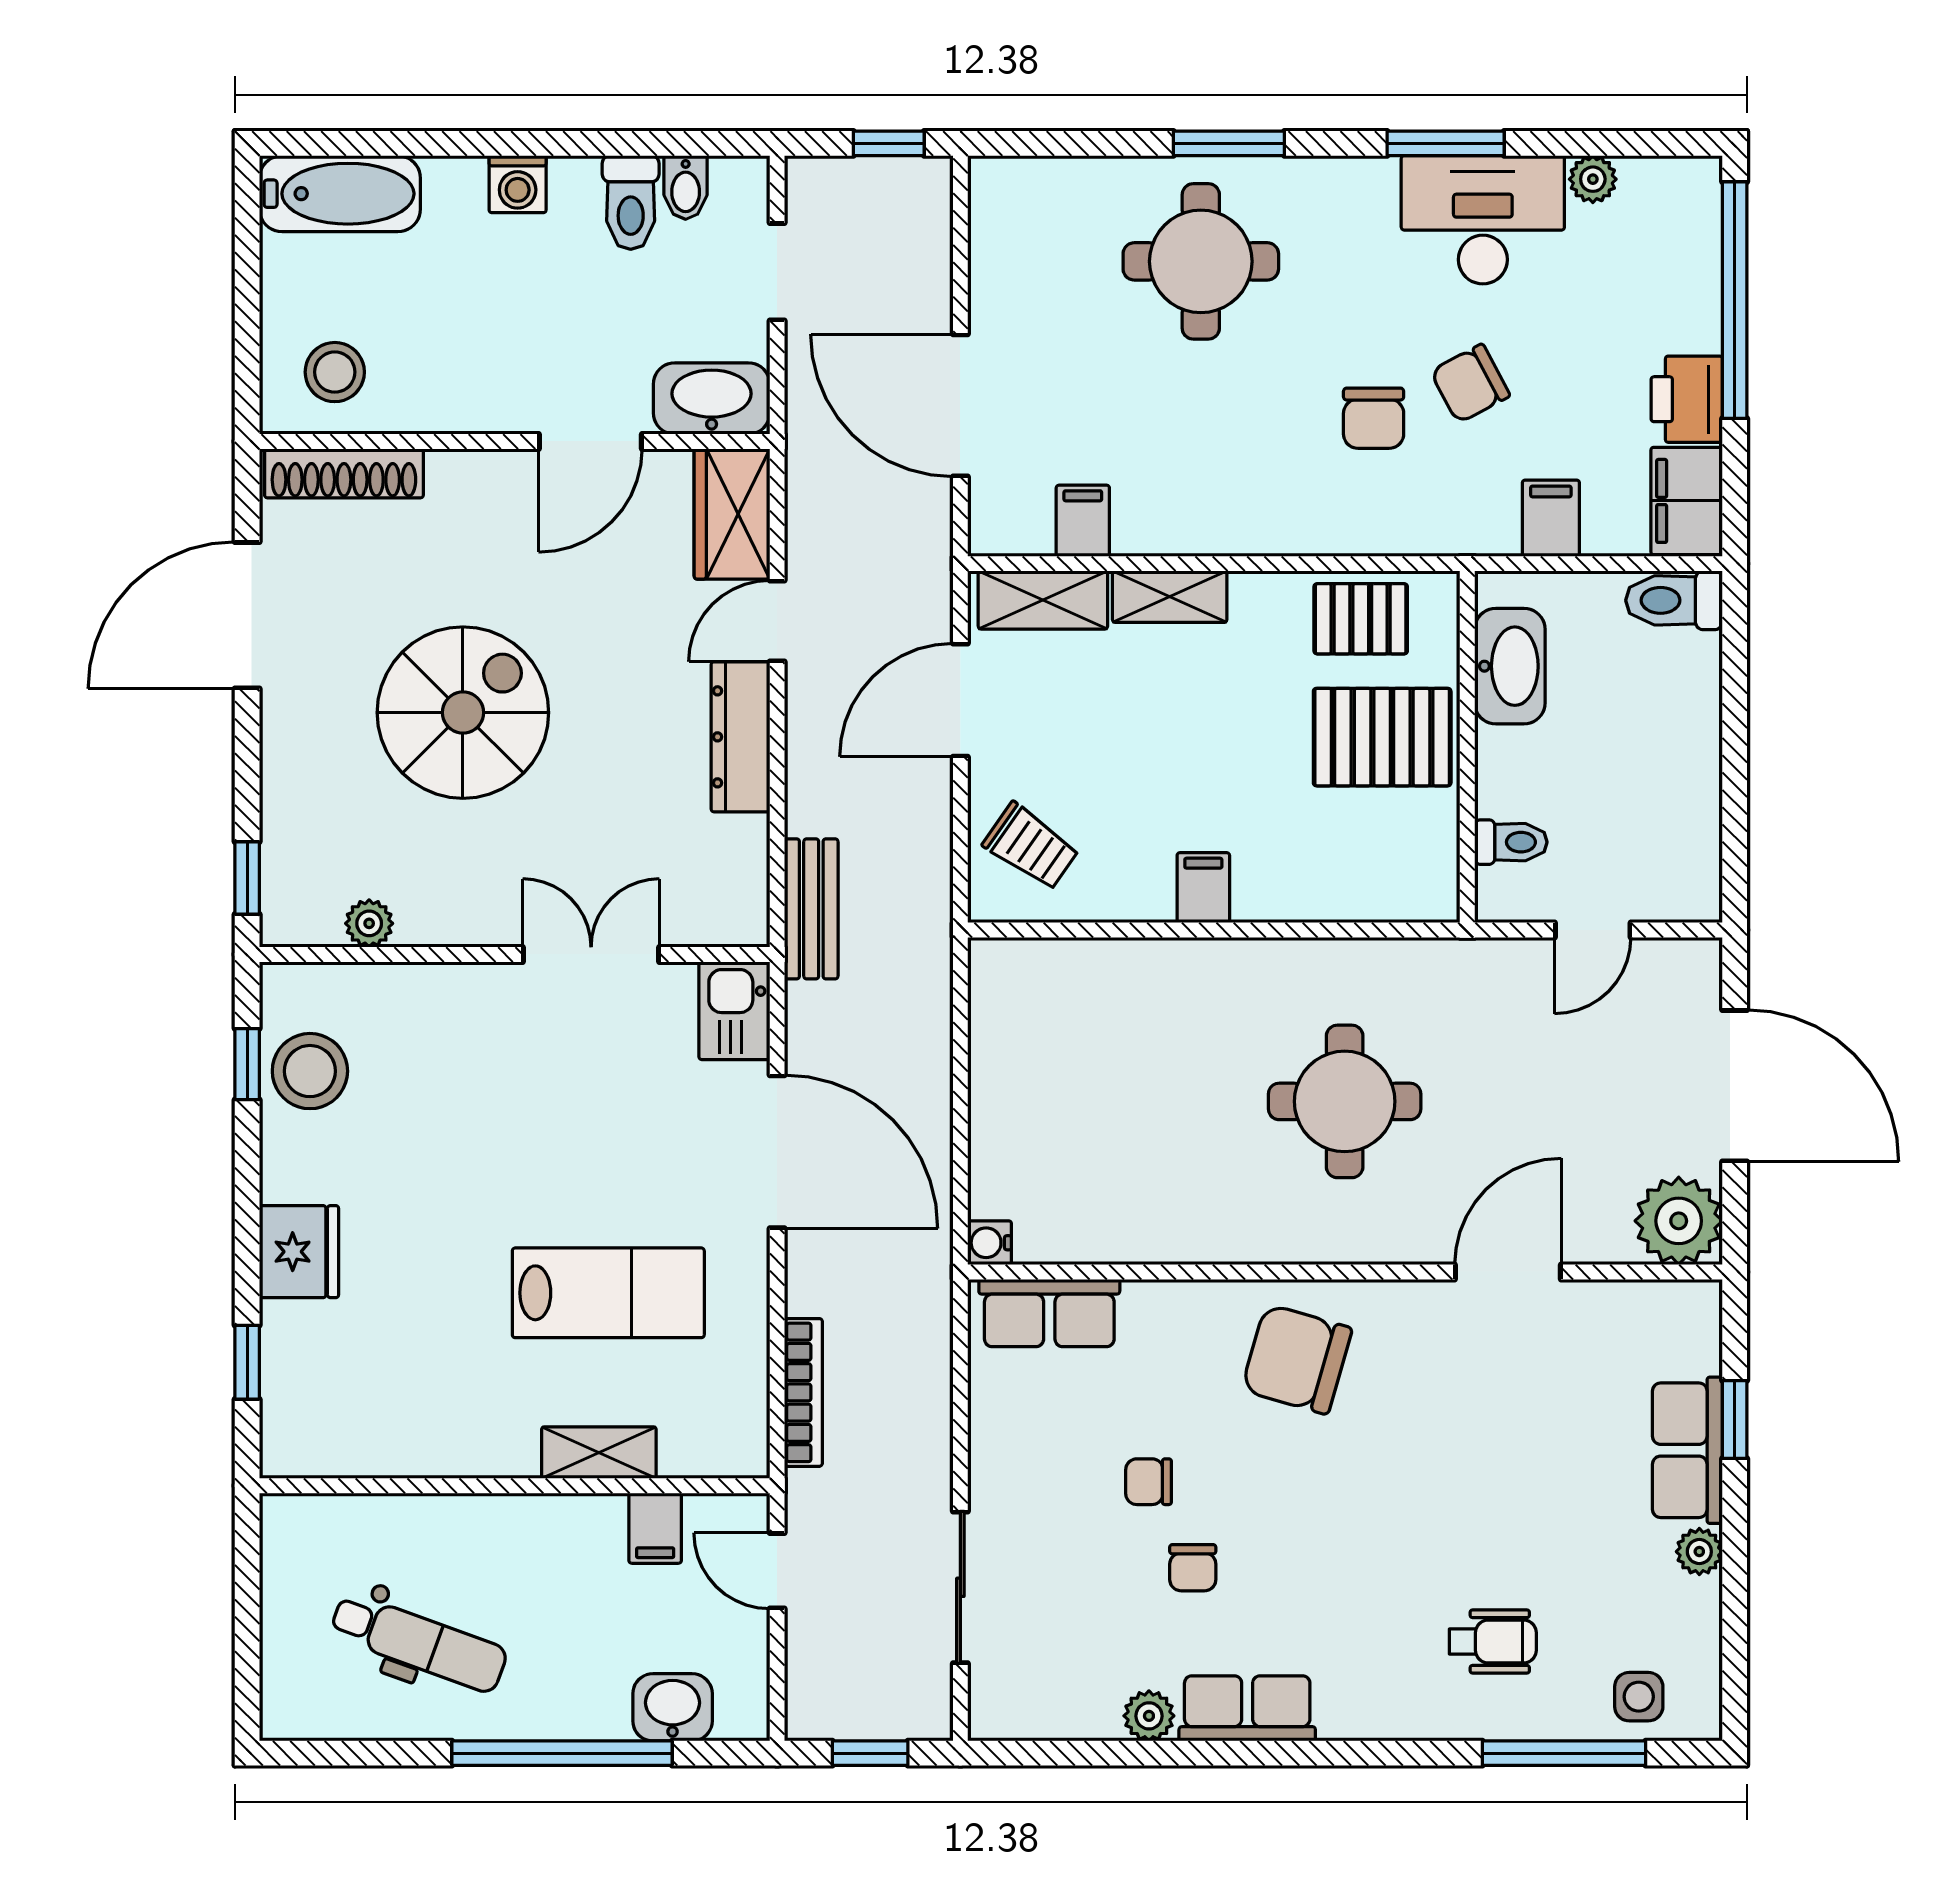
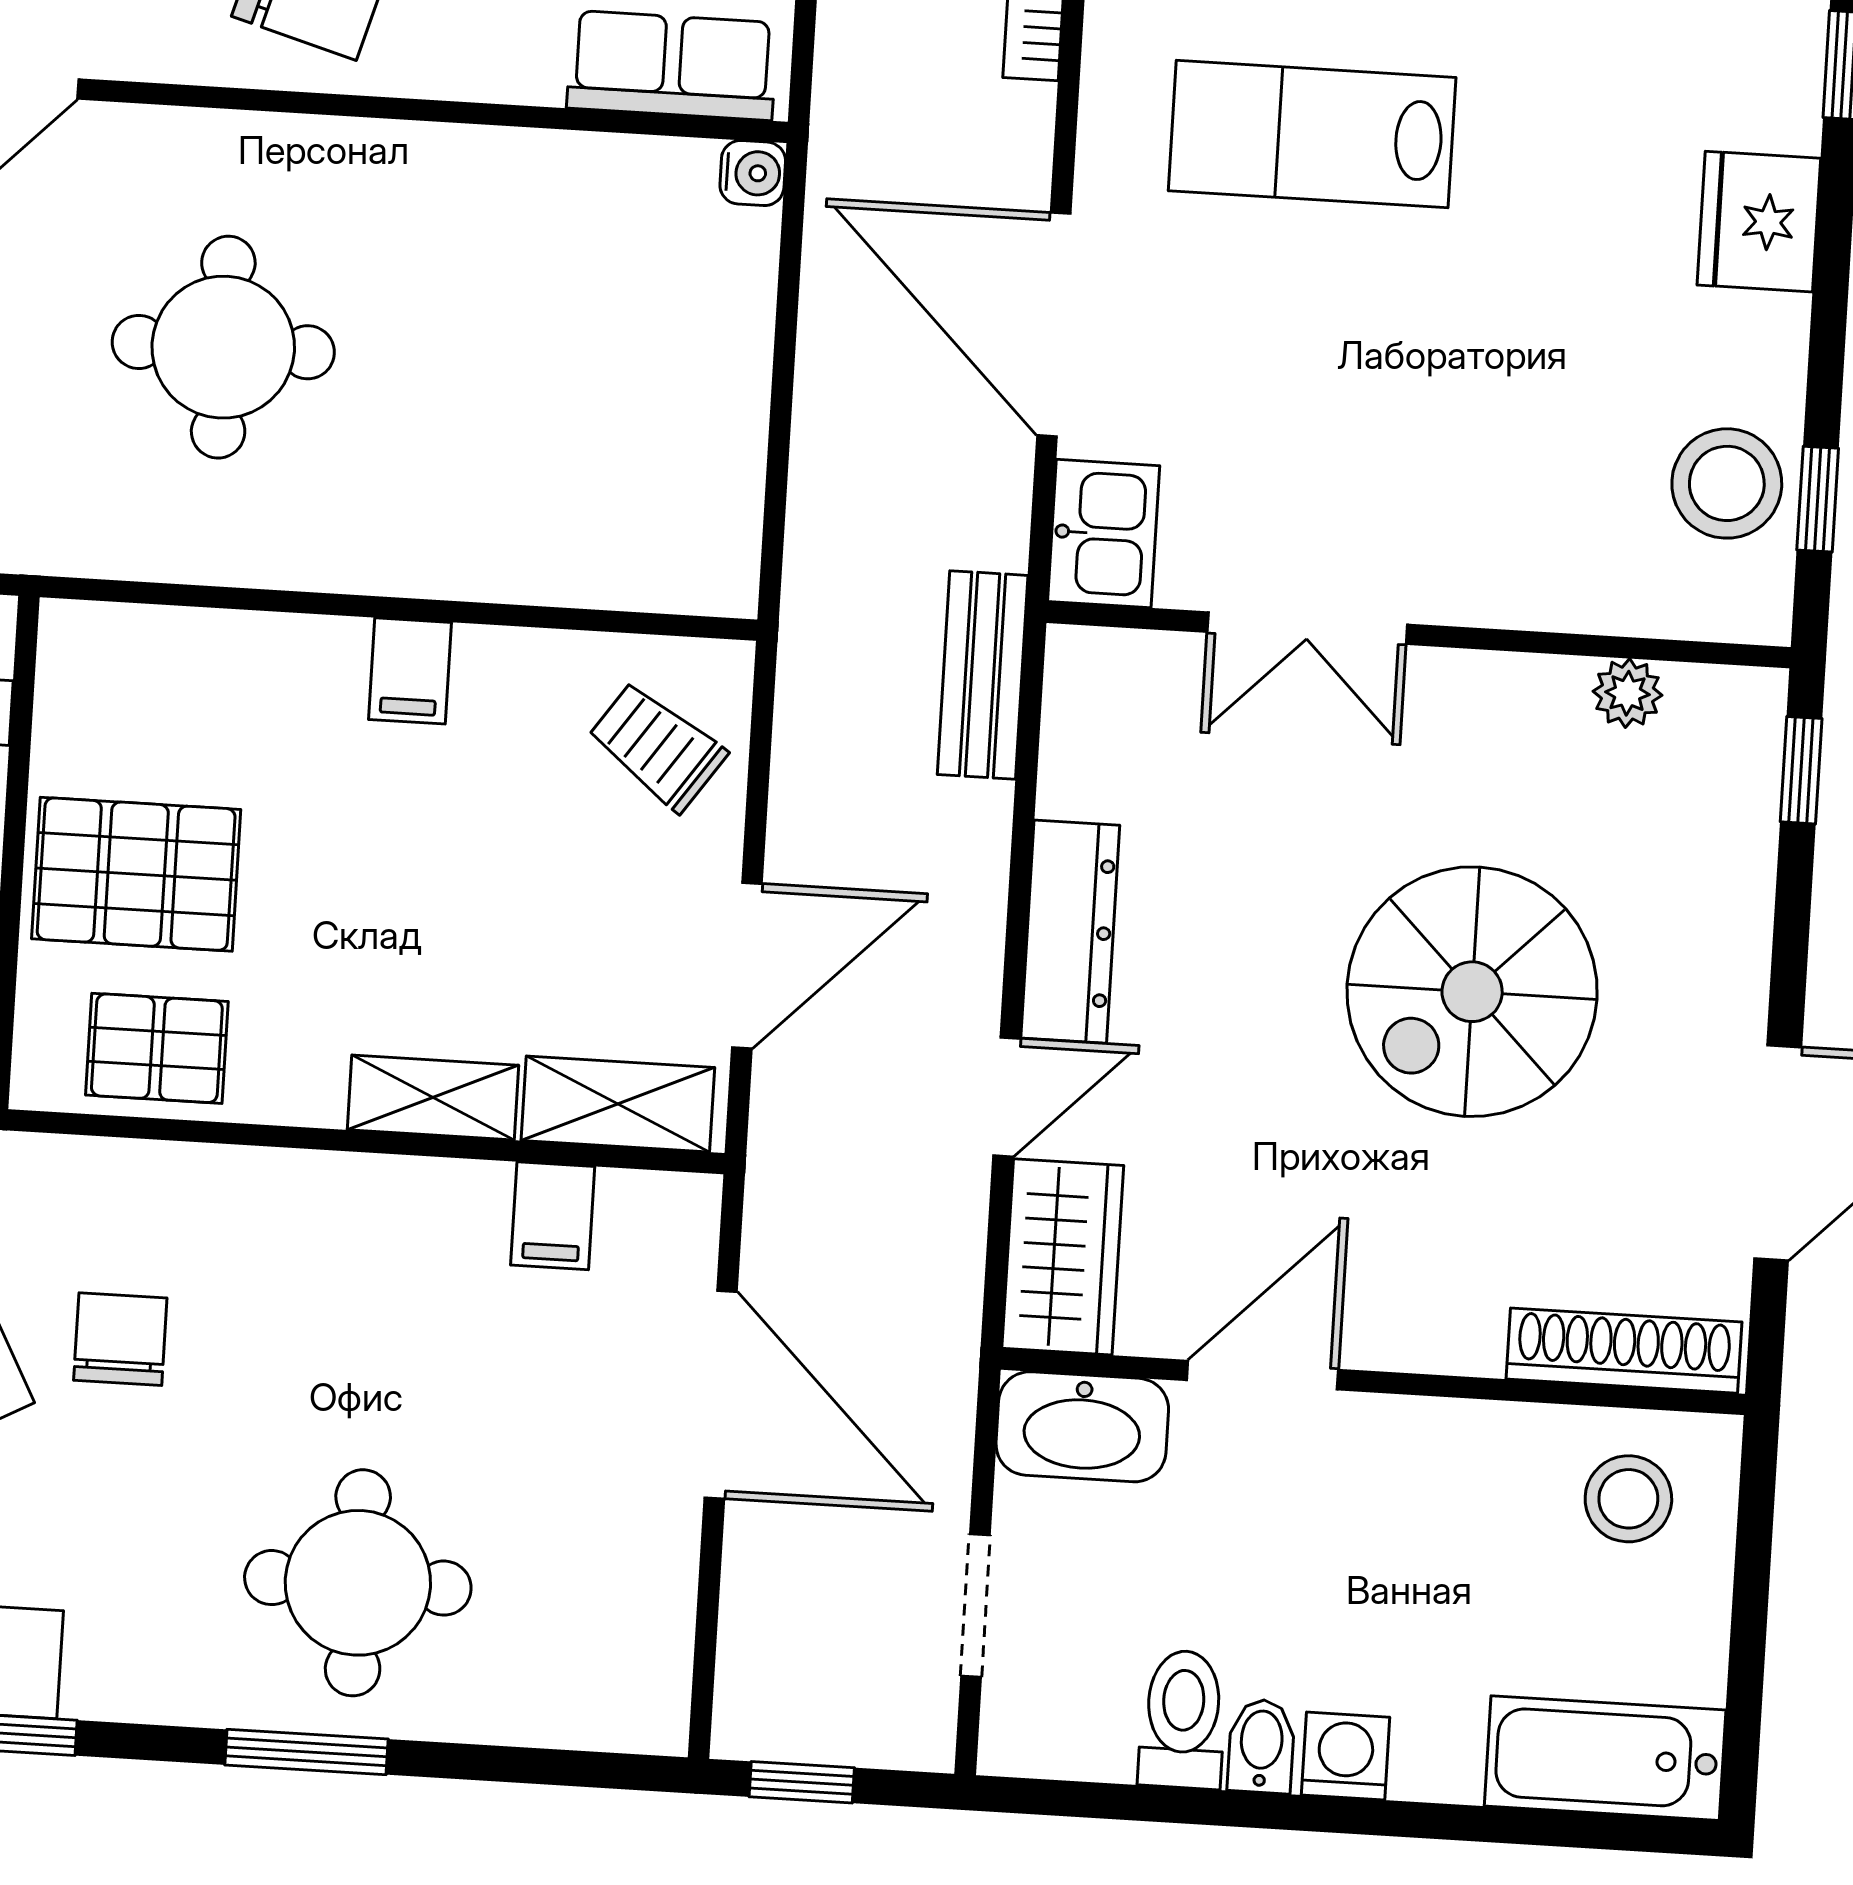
bidet: (686, 187) -> (1261, 1746), moved

